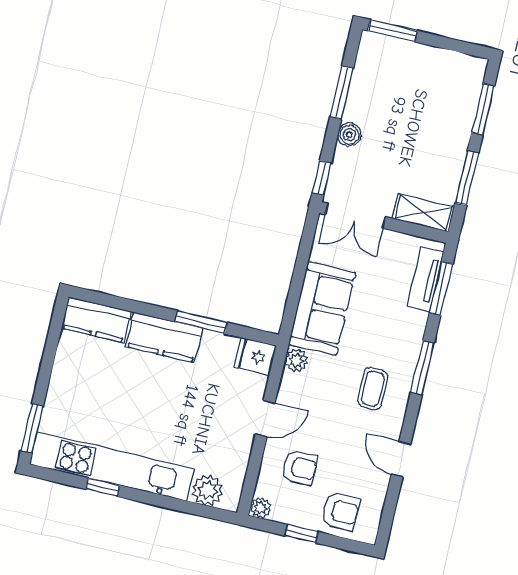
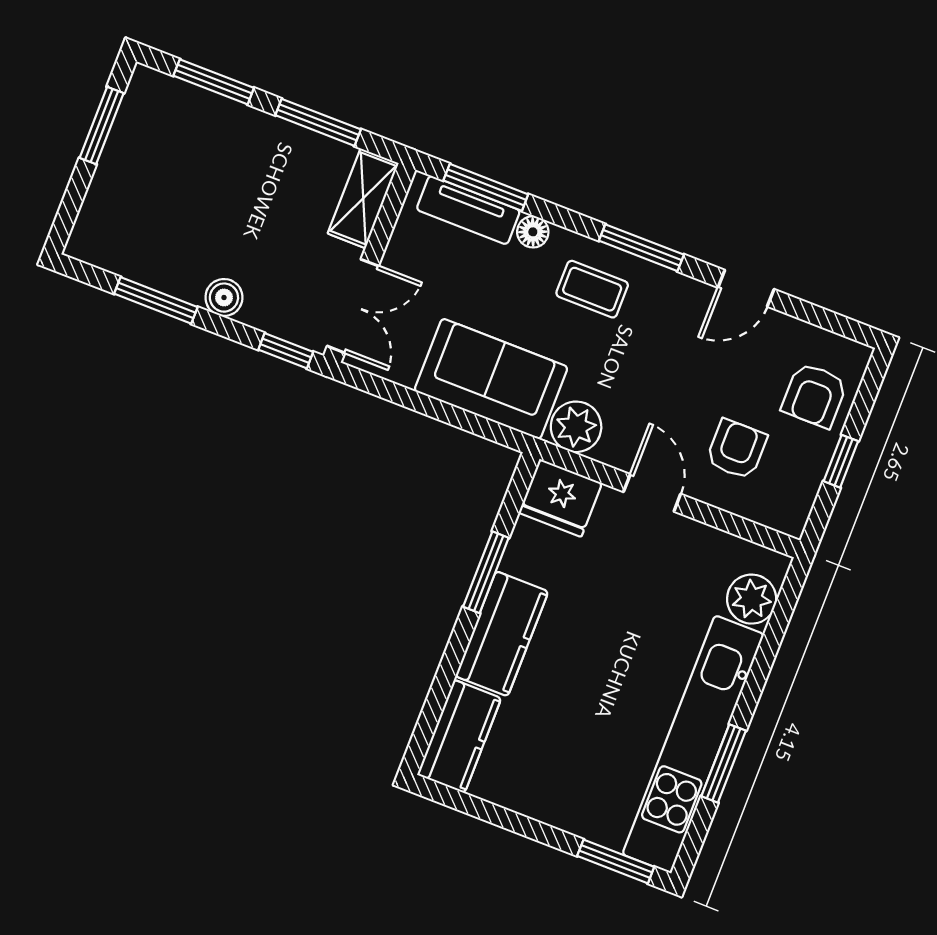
window: (393, 31) -> (102, 125), moved
floor lamp: (417, 322) -> (533, 232), added
fridge: (255, 356) -> (560, 498), width x1.38
plant: (296, 360) -> (576, 427), width x1.38, depth x1.38
window: (422, 368) -> (641, 248), moved
coffee table: (373, 389) -> (592, 289), moved
window: (103, 487) -> (724, 763), width x1.50
plant: (261, 508) -> (791, 519), removed
armchair: (340, 511) -> (814, 395), turned 180

